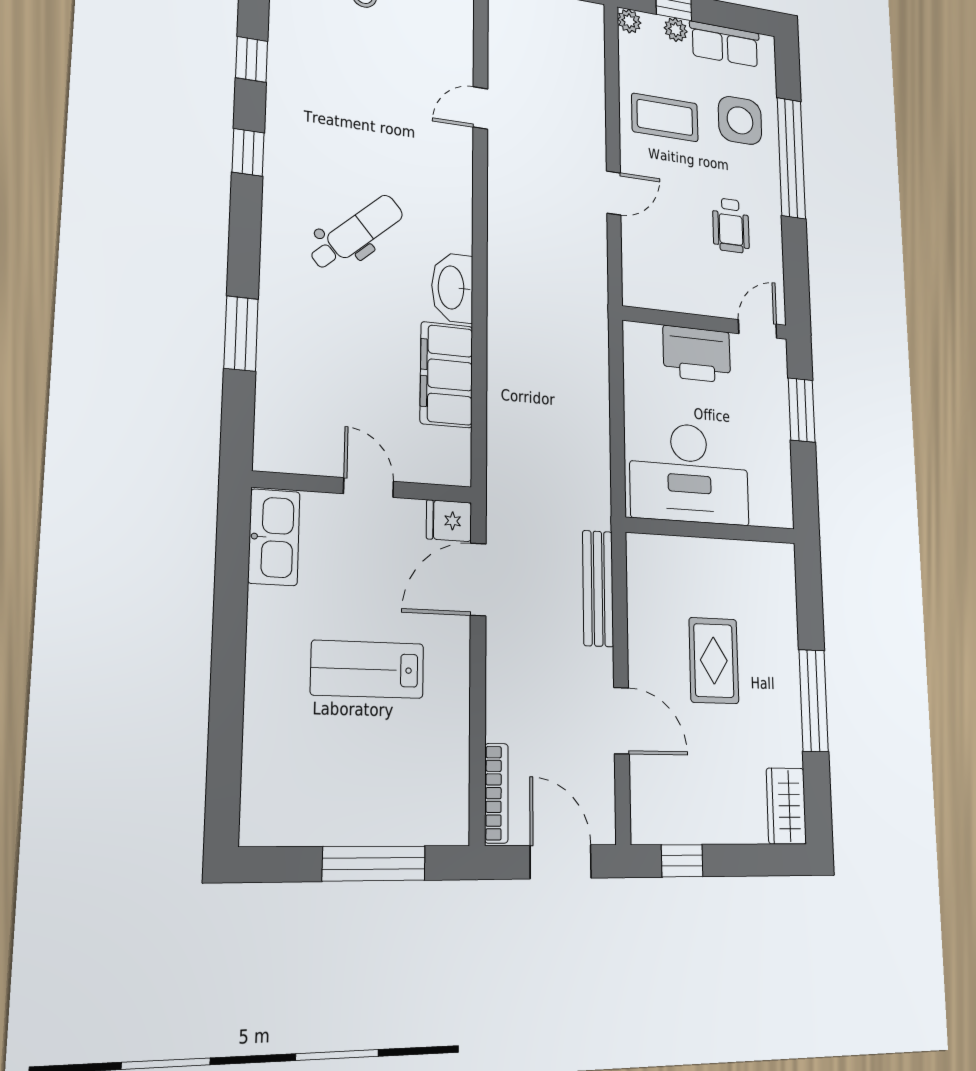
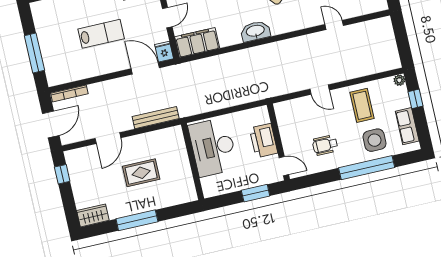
plant: (676, 30) -> (404, 102), removed
filing cabinet: (446, 375) -> (197, 42), moved
lab bench: (367, 669) -> (101, 34), turned 90

